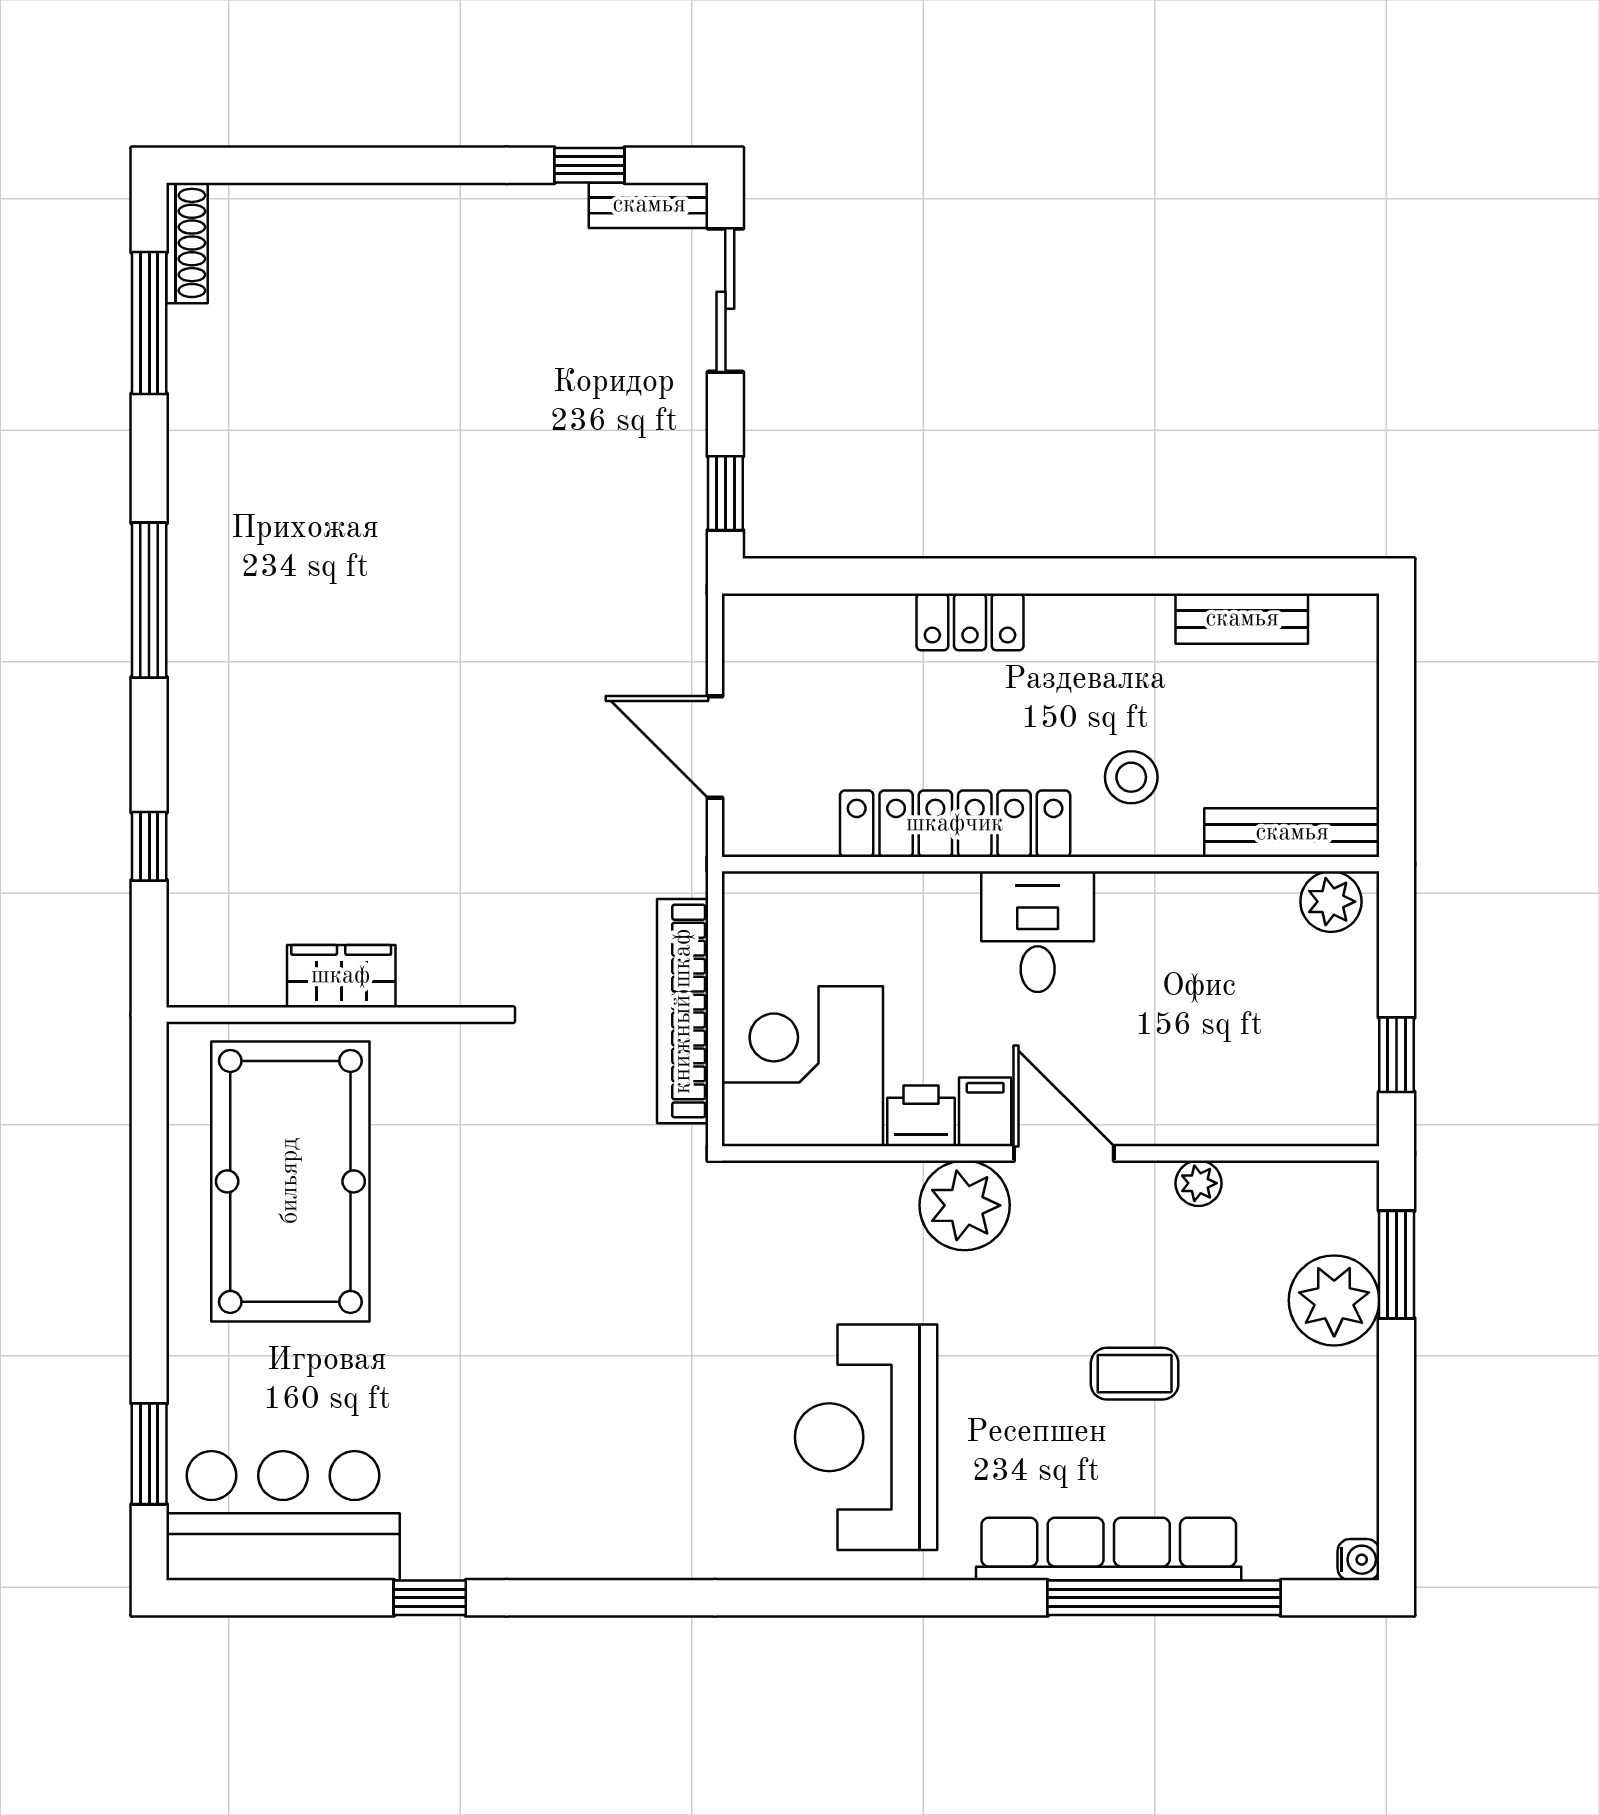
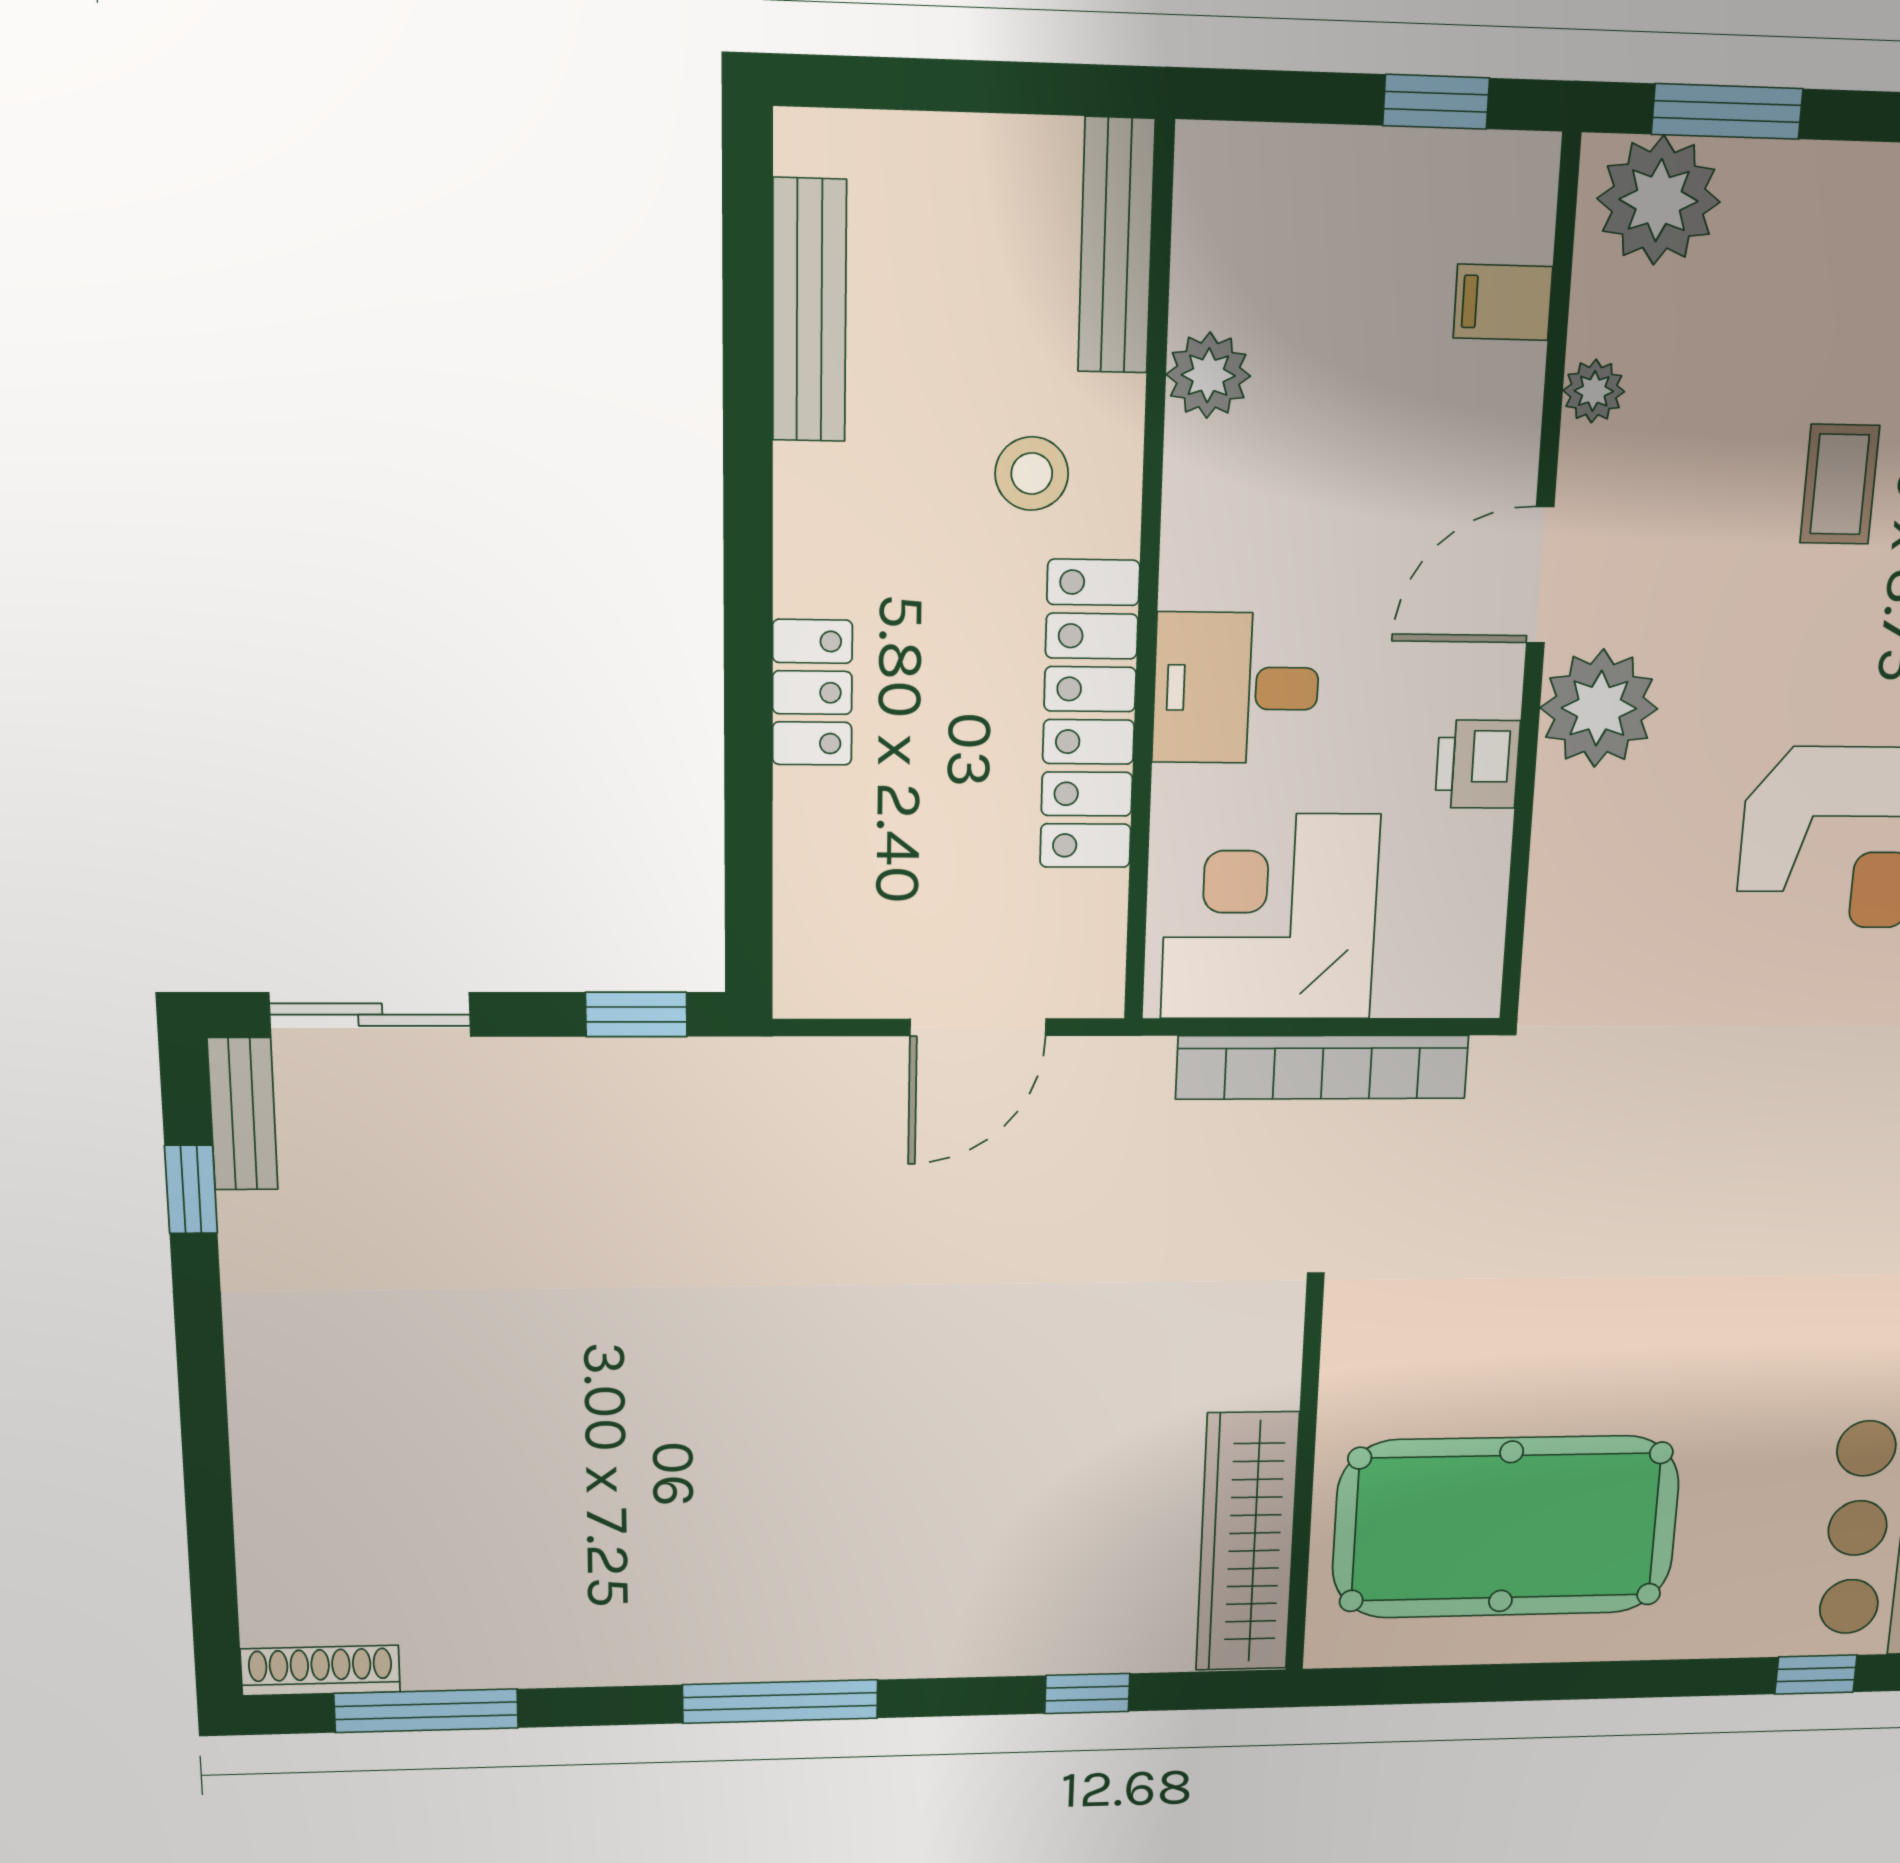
bench: (1242, 619) -> (809, 311), width x1.36
plant: (1331, 902) -> (1208, 375), moved
desk: (1038, 932) -> (1236, 688), moved
wardrobe: (341, 976) -> (1247, 1542), width x2.10, depth x1.17
corner desk: (803, 1066) -> (1270, 917), moved, turned 90
filing cabinet: (985, 1112) -> (1503, 302), moved
plant: (1334, 1300) -> (1659, 200), moved
window: (149, 1454) -> (1816, 1674), width x0.67

